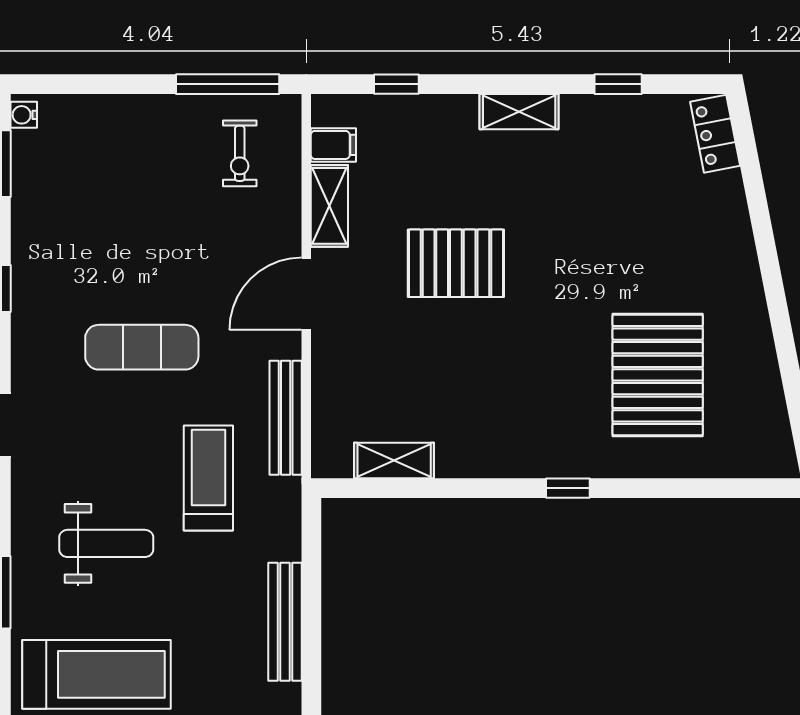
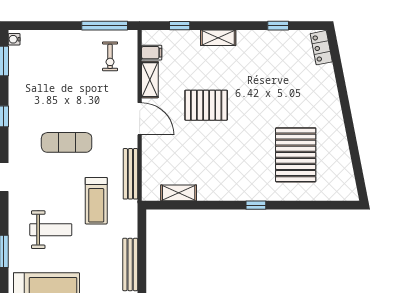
shelving: (519, 112) -> (218, 38), moved
door: (306, 294) -> (140, 119), swing flipped
treadmill: (208, 478) -> (96, 201), turned 180

